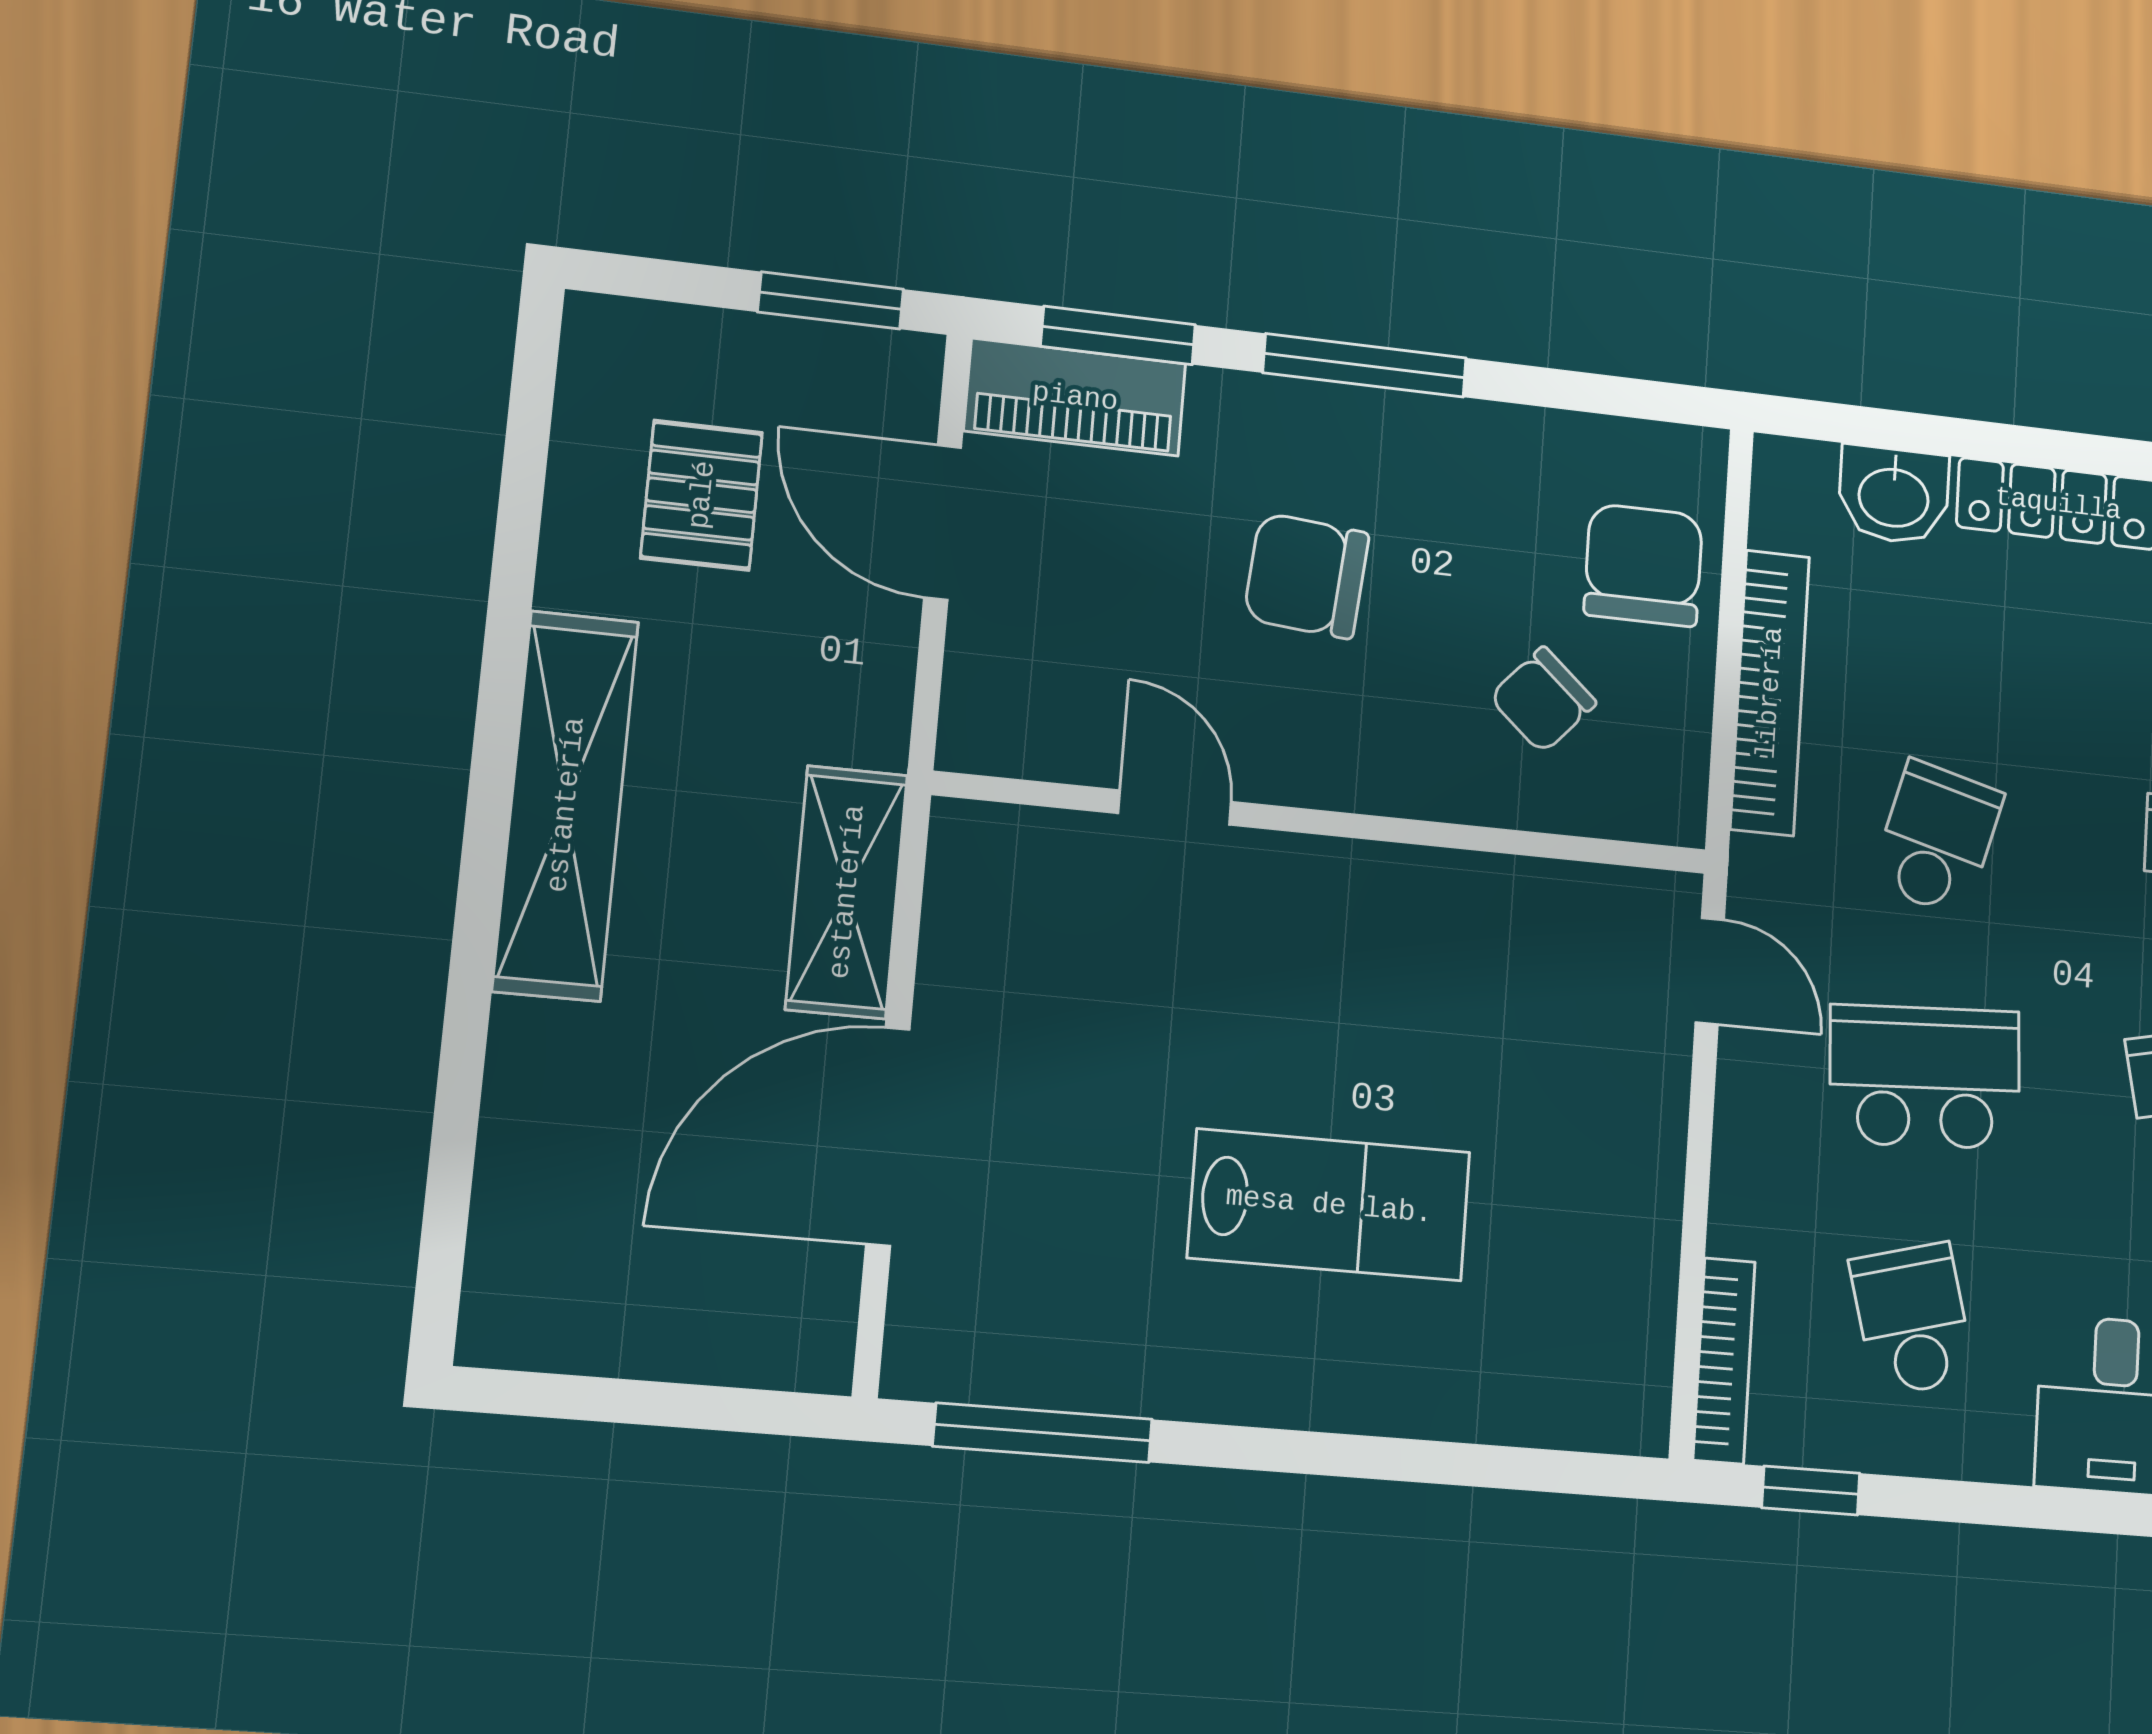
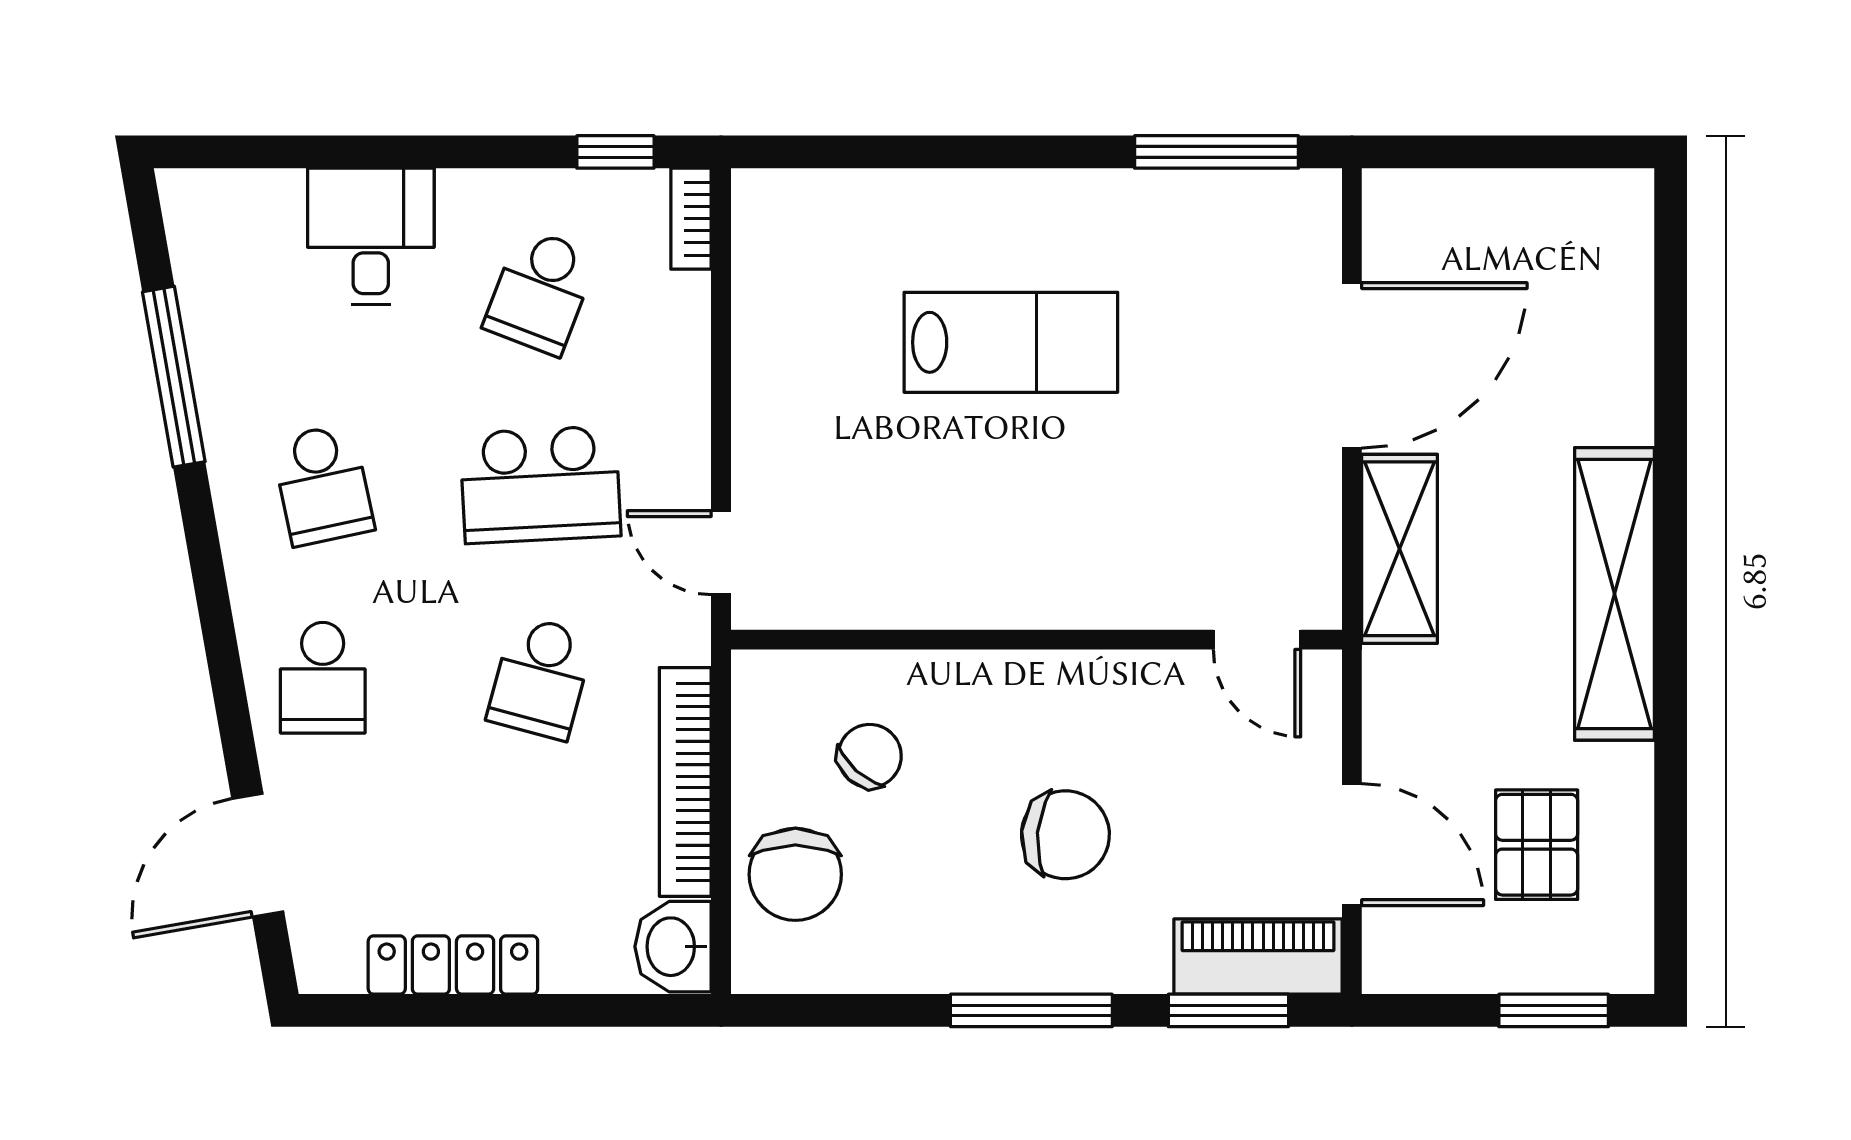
window: (831, 300) -> (1554, 1010), moved
washbasin: (1894, 495) -> (673, 947), moved, turned -90
door: (1175, 808) -> (1257, 640), moved
lab bench: (1329, 1205) -> (1011, 342), turned 180
school desk: (1912, 1319) -> (540, 292), turned 36
bookcase: (1724, 1361) -> (691, 219), width x0.64

